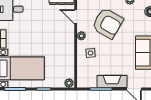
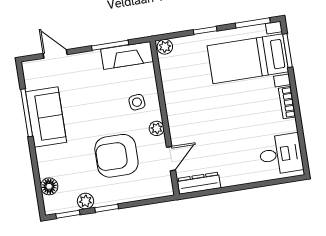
door: (76, 17) -> (171, 159), hinge flipped
armchair: (107, 23) -> (116, 156), turned -30
fireplace: (112, 81) -> (127, 55), moved

